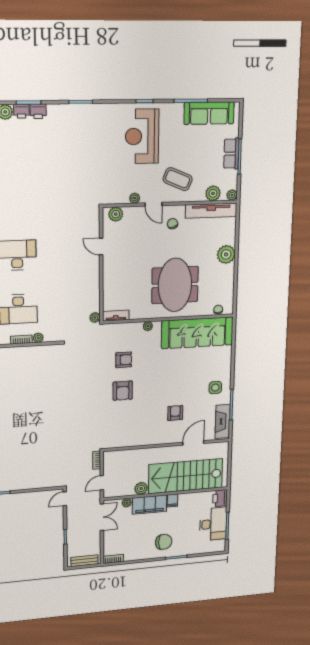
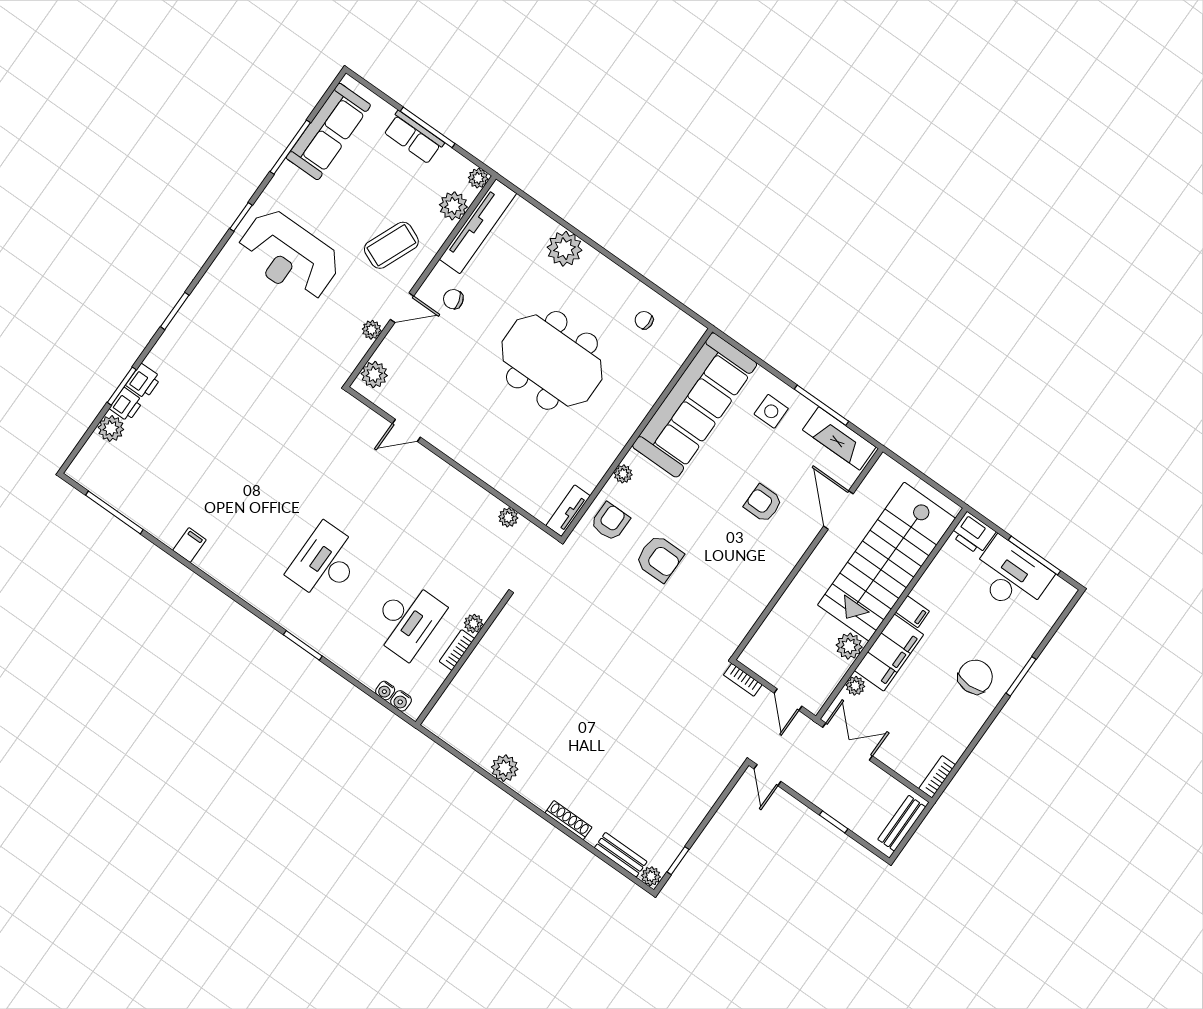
tv unit: (116, 316) -> (568, 511), moved
wall: (169, 319) -> (637, 434), moved
plant: (148, 326) -> (623, 474), moved
sofa: (197, 333) -> (695, 405), moved

